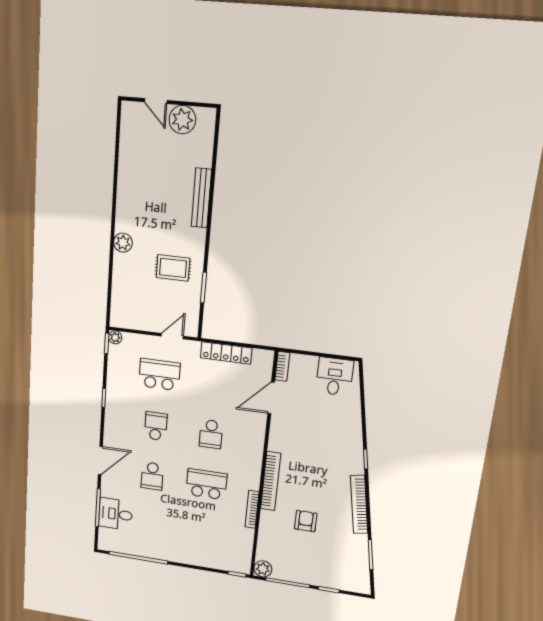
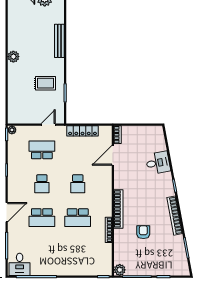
plant: (123, 243) -> (13, 57), moved
desk: (335, 377) -> (158, 163), moved, turned 79
school desk: (156, 426) -> (42, 184), turned 180
school desk: (152, 476) -> (42, 218), width x1.85
school desk: (206, 484) -> (78, 218), turned 180
desk: (116, 514) -> (20, 264), moved, turned -90

